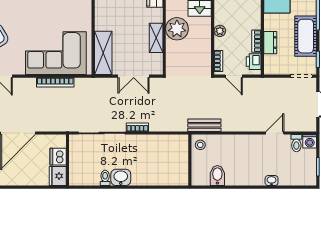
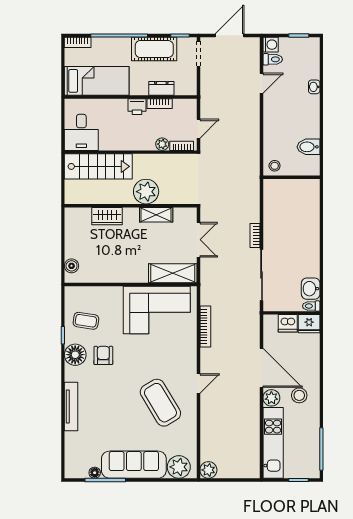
plant: (220, 31) -> (162, 144), moved
corner sofa: (56, 53) -> (157, 310), moved, turned -90
printer: (254, 62) -> (137, 107), moved
bench: (204, 125) -> (253, 161), removed
door: (275, 133) -> (262, 83), swing flipped
washbasin: (121, 177) -> (311, 289), moved
toilet: (105, 178) -> (311, 306), moved

